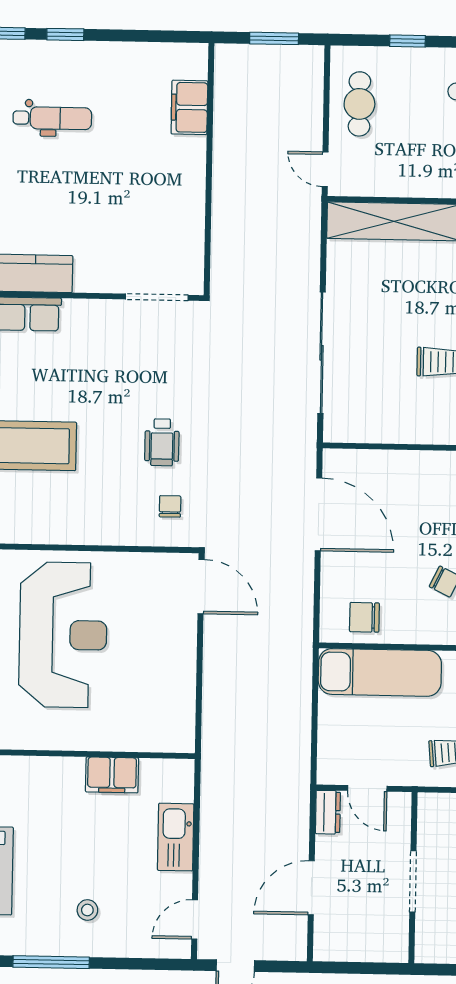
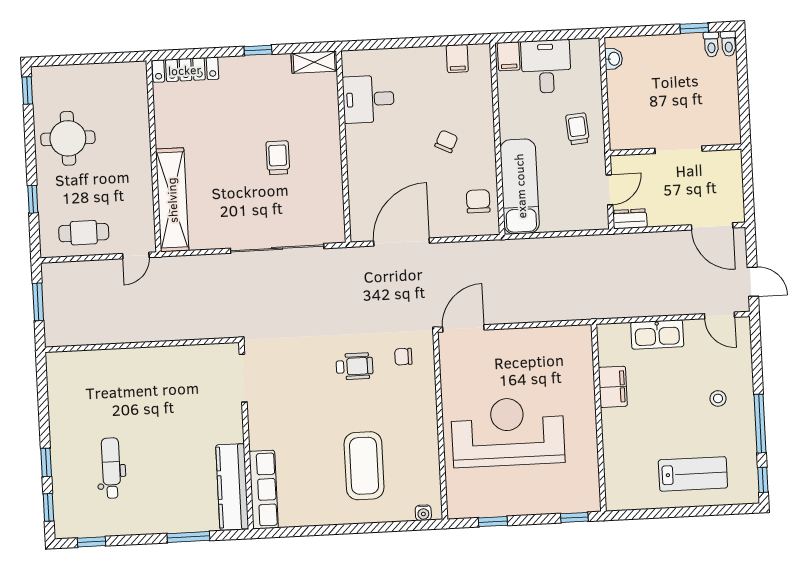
filing cabinet: (189, 107) -> (96, 363), removed
chair: (364, 617) -> (478, 201), turned 180
door: (311, 888) -> (712, 226), moved

